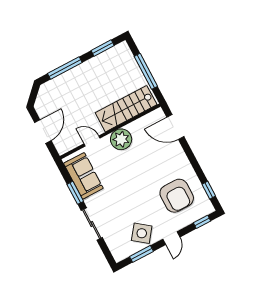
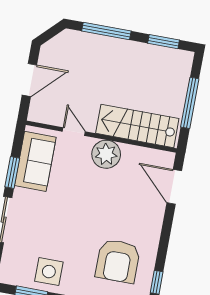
side table: (142, 233) -> (49, 272), turned -37

